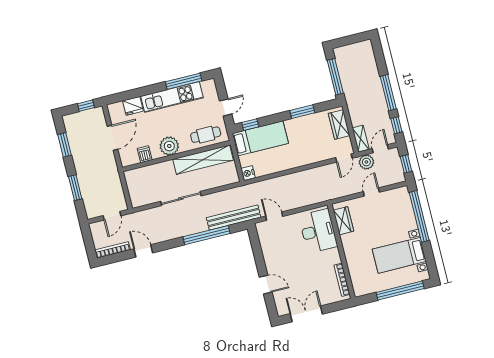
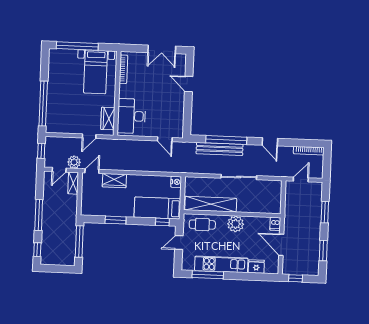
wardrobe: (339, 124) -> (114, 181), moved, turned 90
window: (396, 125) -> (37, 250), moved
door: (112, 138) -> (281, 245), hinge flipped
dishwasher: (145, 154) -> (275, 224), moved
door: (371, 192) -> (89, 136), moved
bench: (234, 217) -> (220, 149), moved
door: (143, 251) -> (270, 142), moved
bed with nightstands: (399, 255) -> (95, 72), moved, turned 90

